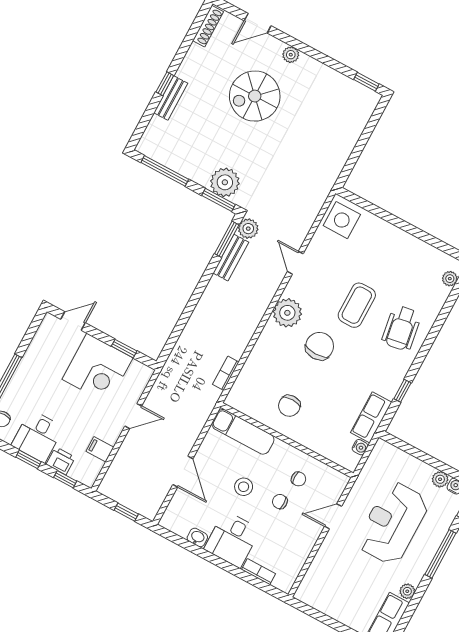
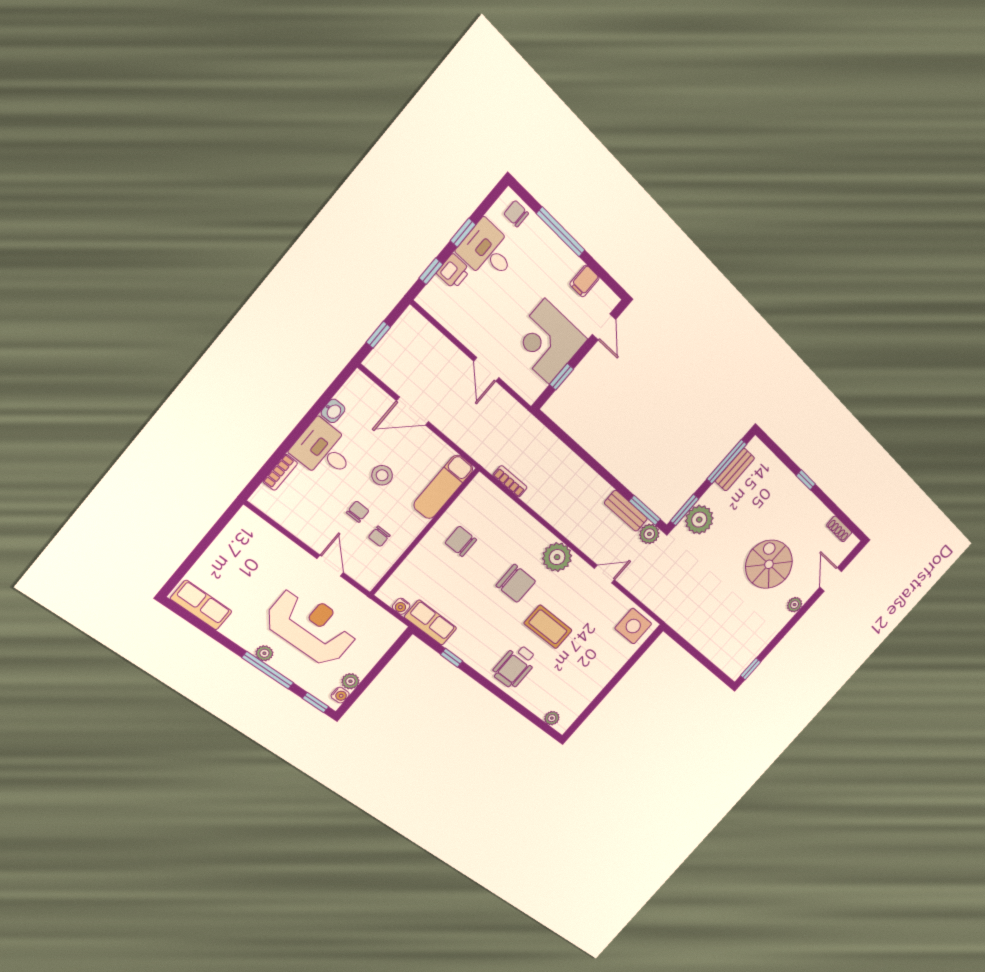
shoe rack: (208, 26) -> (839, 529), width x0.70
bench: (171, 98) -> (735, 470), moved, turned 90
wheelchair: (401, 328) -> (515, 666), turned -81
filing cabinet: (100, 449) -> (584, 281), moved, turned 180
plant: (407, 591) -> (264, 653), moved

